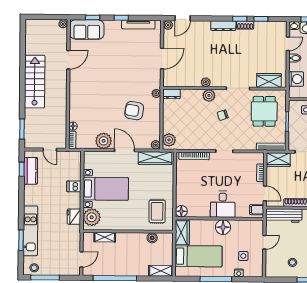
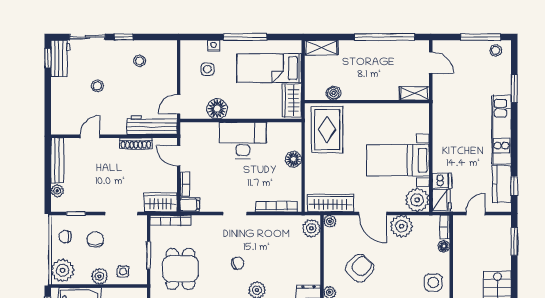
side table: (81, 100) -> (433, 282), added
armchair: (134, 111) -> (360, 268), turned -57
door: (50, 150) -> (476, 214), hinge flipped
dishwasher: (74, 186) -> (442, 181), moved
desk: (223, 204) -> (243, 140), width x1.37
filing cabinet: (257, 210) -> (190, 205), moved
rug: (157, 211) -> (327, 130), width x1.36, depth x1.43
floor lamp: (181, 211) -> (294, 159), moved
fridge: (74, 217) -> (441, 200), moved
plant: (92, 217) -> (417, 200), moved
floor lamp: (223, 227) -> (217, 109), moved
kitchen unit: (30, 231) -> (501, 130), moved
shelving: (105, 237) -> (414, 93), moved
door: (264, 242) -> (179, 104), moved
door: (81, 259) -> (431, 63), swing flipped

